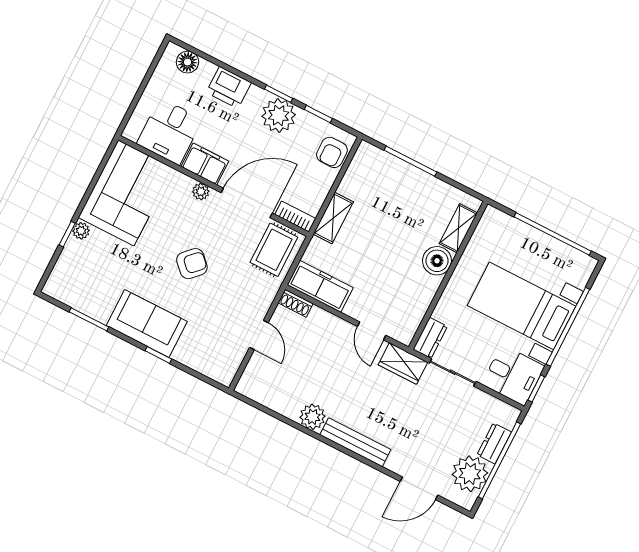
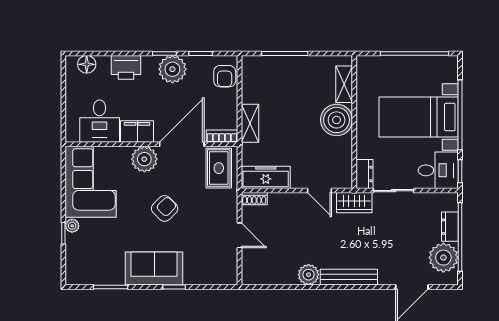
plant: (201, 192) -> (144, 159), width x1.88, depth x1.88
boiler: (437, 261) -> (337, 120), width x1.37, depth x1.37

